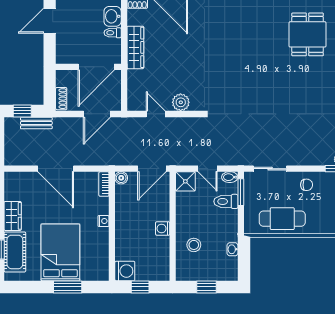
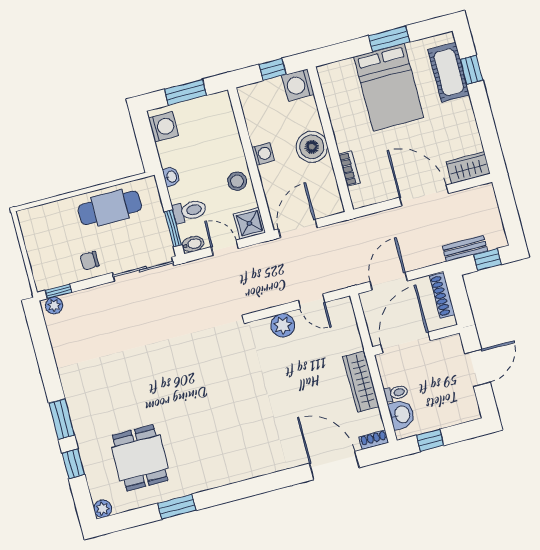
door: (50, 21) -> (477, 368), moved
shoe rack: (61, 99) -> (442, 295), width x1.43
sliding door: (270, 169) -> (143, 269), width x1.37
boiler: (121, 178) -> (312, 147), moved, width x1.86, depth x1.86
bookcase: (104, 184) -> (349, 169), moved
wardrobe: (13, 216) -> (468, 168), moved, turned 90
nightstand: (103, 221) -> (343, 143), removed
stool: (194, 245) -> (237, 181), moved
washbasin: (232, 249) -> (171, 177), moved
washing machine: (229, 266) -> (164, 127), added
window: (68, 287) -> (389, 39), moved
window: (207, 287) -> (185, 92), width x1.50

